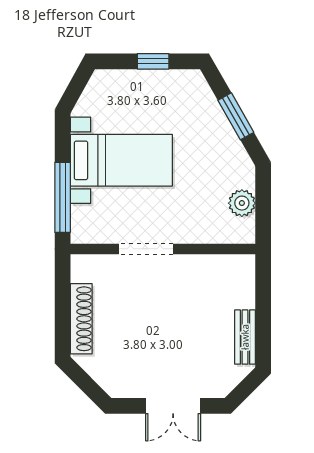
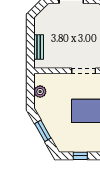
bench: (245, 337) -> (39, 47), moved

